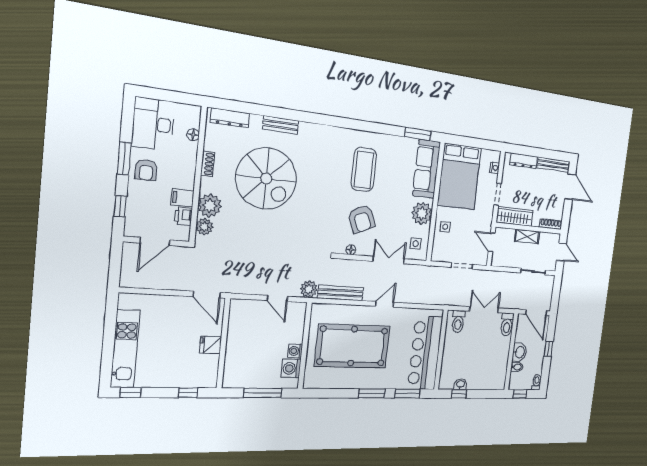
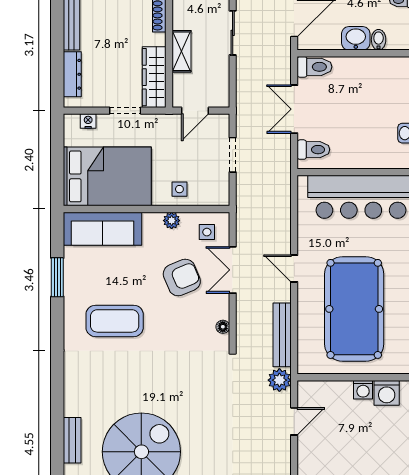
window: (418, 134) -> (57, 277), moved
plant: (422, 213) -> (172, 221), width x0.53, depth x0.53
armchair: (362, 219) -> (182, 278), moved

